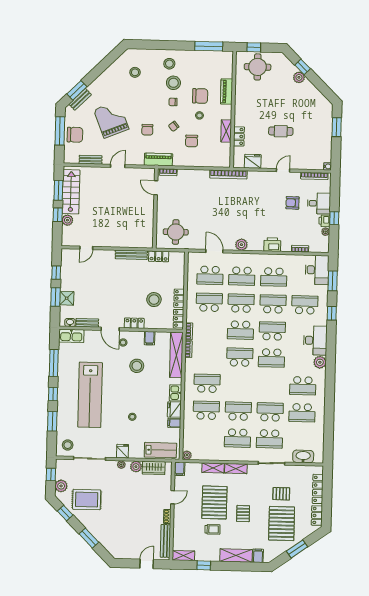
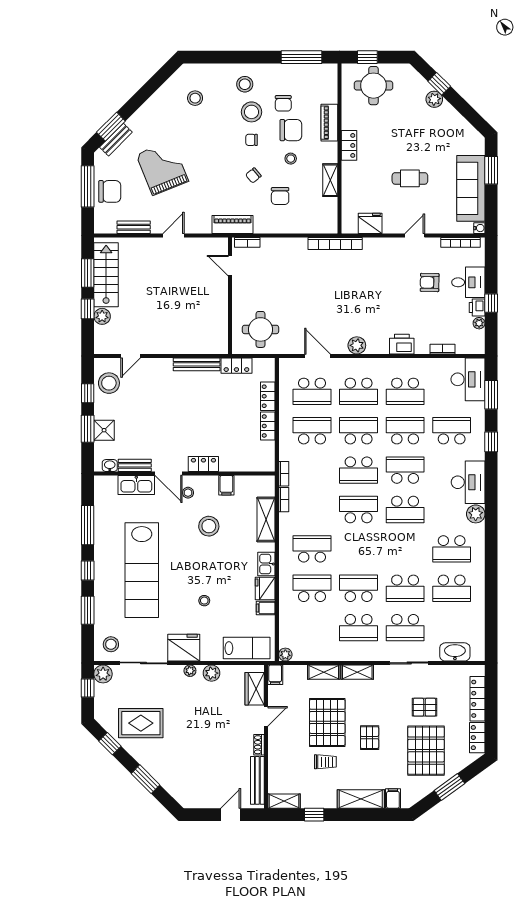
chair: (147, 130) -> (283, 103), moved
locker: (239, 136) -> (349, 145), moved
sofa: (322, 139) -> (471, 188), added
stool: (154, 300) -> (109, 383), moved
locker: (178, 319) -> (268, 396), moved
kitchen sink: (71, 336) -> (136, 485), moved
shelving: (176, 355) -> (266, 520), width x0.68
school desk: (270, 412) -> (405, 588), turned 180
fridge: (123, 451) -> (184, 648), width x1.88, depth x1.34
wardrobe: (154, 468) -> (255, 689), moved, turned 90
plant: (61, 486) -> (103, 674), moved

